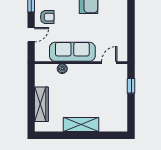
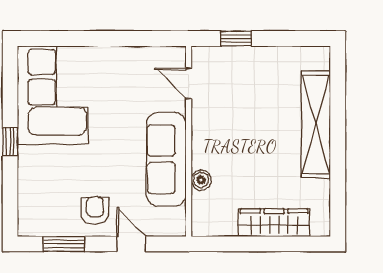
shelving: (81, 125) -> (316, 124), width x1.47

